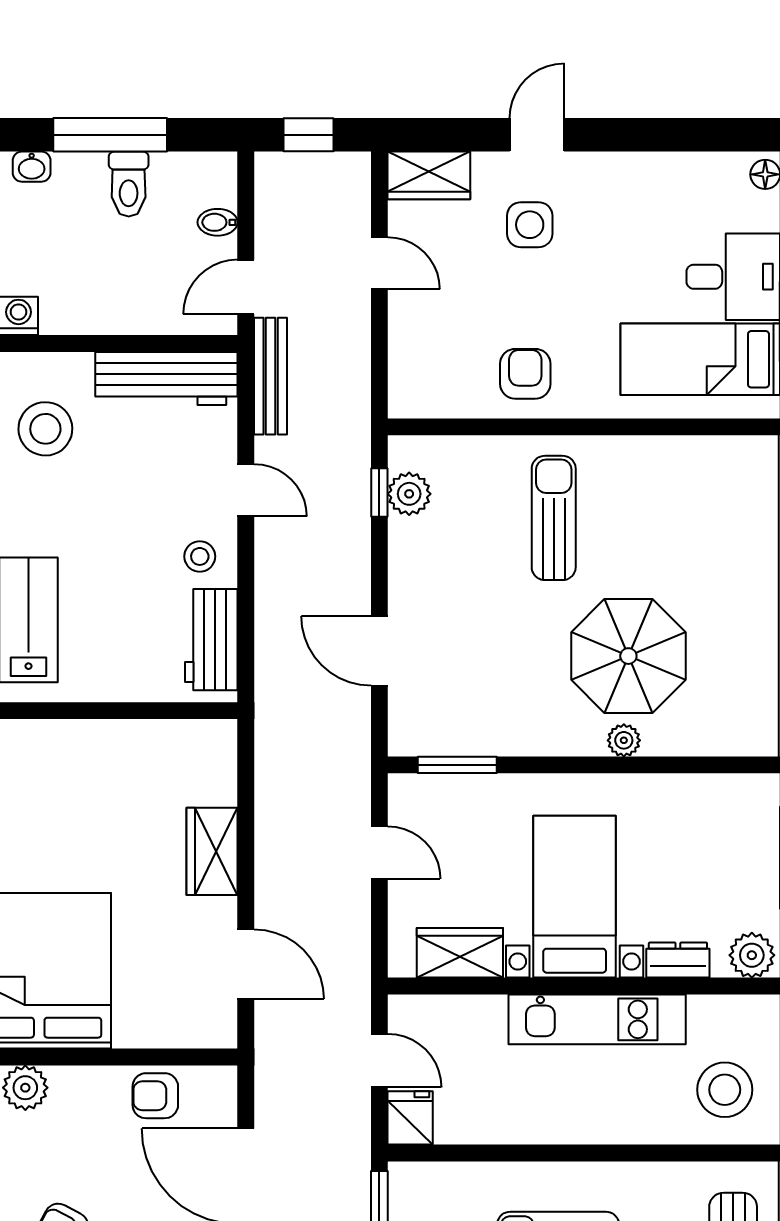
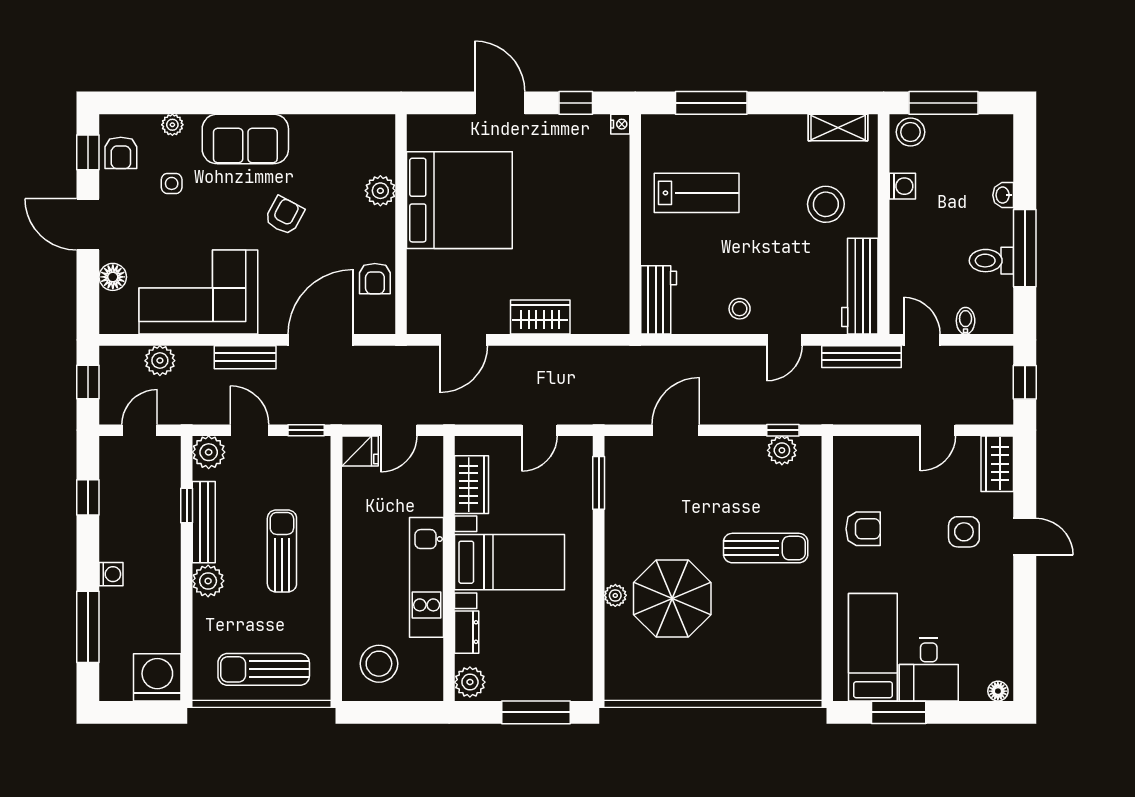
workbench: (211, 640) -> (659, 300), moved, turned 90
armchair: (155, 1096) -> (375, 279), turned 180

